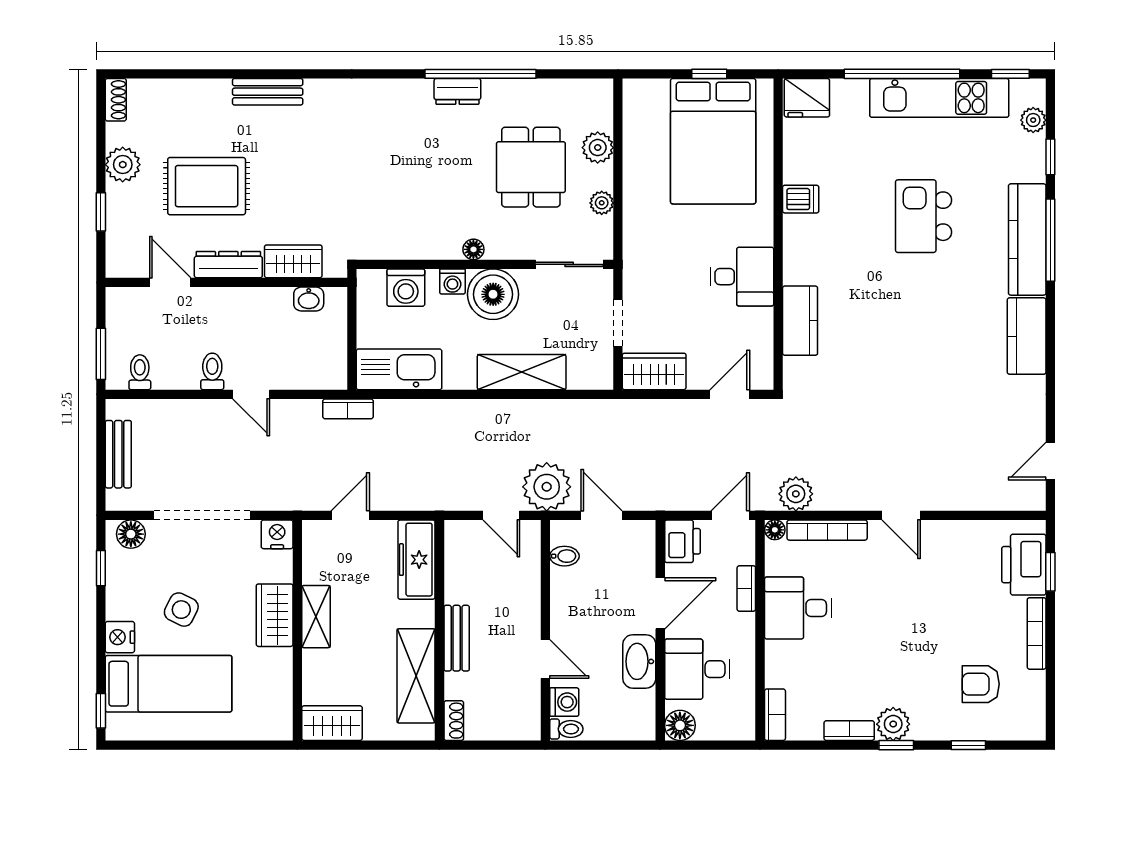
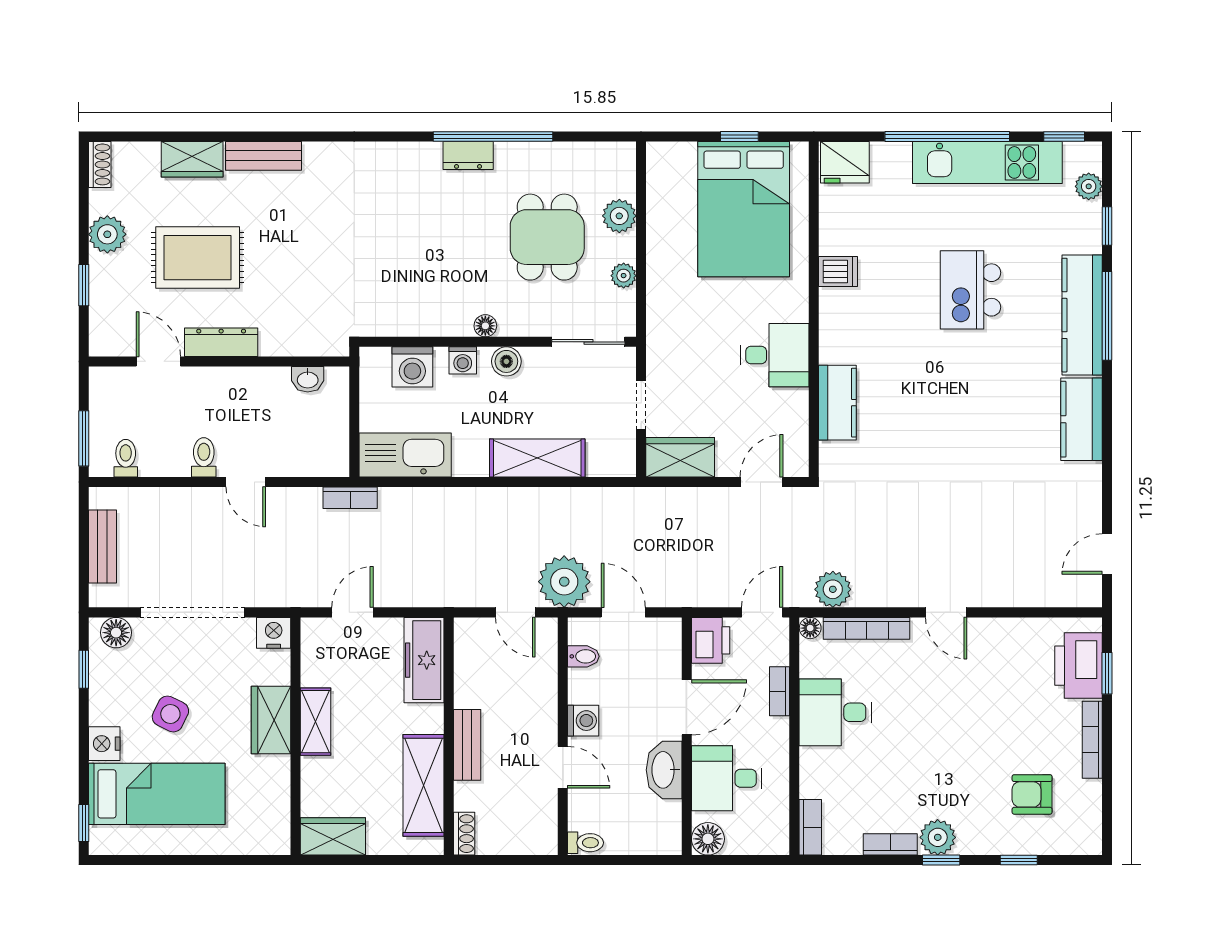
wardrobe: (293, 261) -> (192, 159), moved, turned 180
boiler: (493, 294) -> (506, 361), width x0.54, depth x0.54
washing machine: (564, 702) -> (583, 721), moved

